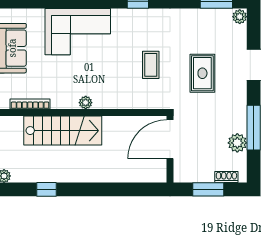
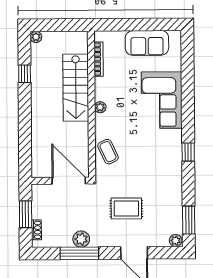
coffee table: (151, 65) -> (108, 152), moved, turned 65
plant: (237, 143) -> (81, 239), moved

